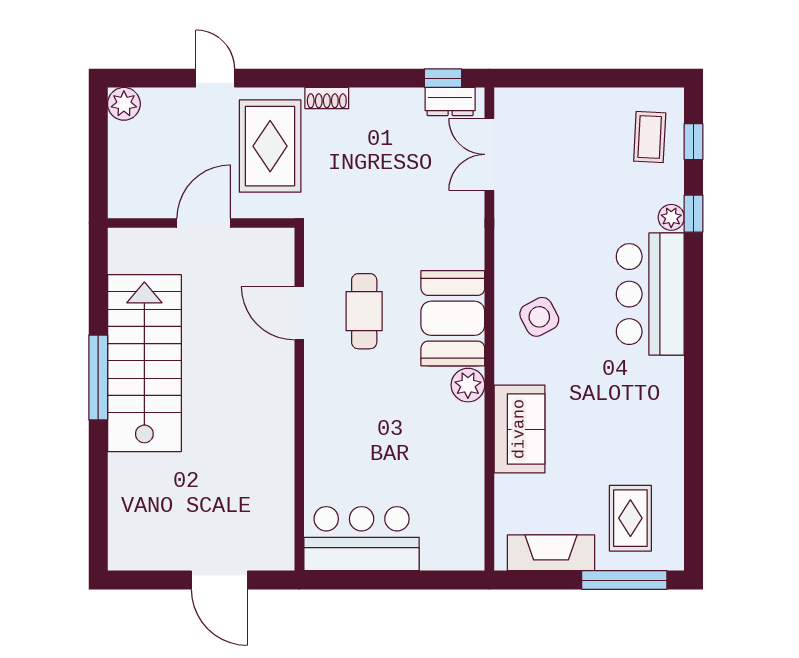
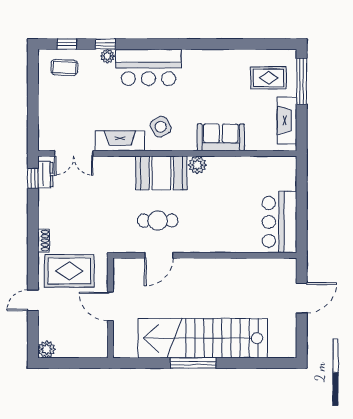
fireplace: (513, 241) -> (120, 141), added
stairs: (144, 363) -> (203, 338), width x1.36

